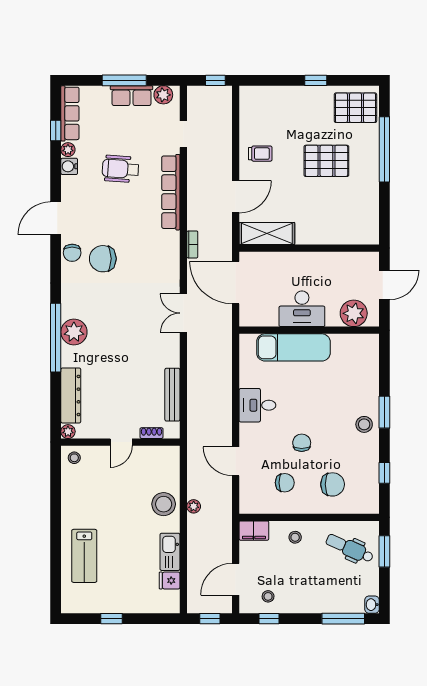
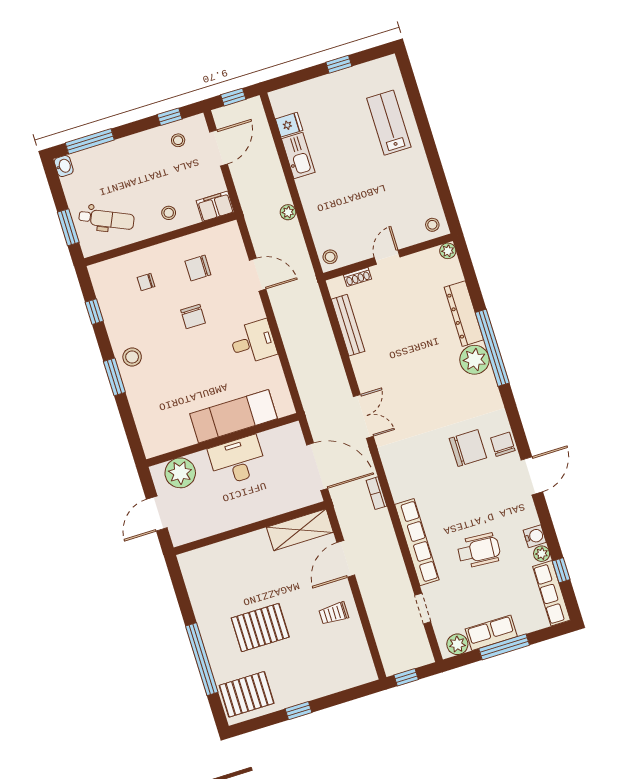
dresser: (71, 395) -> (464, 314), moved
chair: (333, 484) -> (146, 282), width x0.54, depth x0.54
stool: (164, 504) -> (330, 257), moved, width x0.53, depth x0.53

